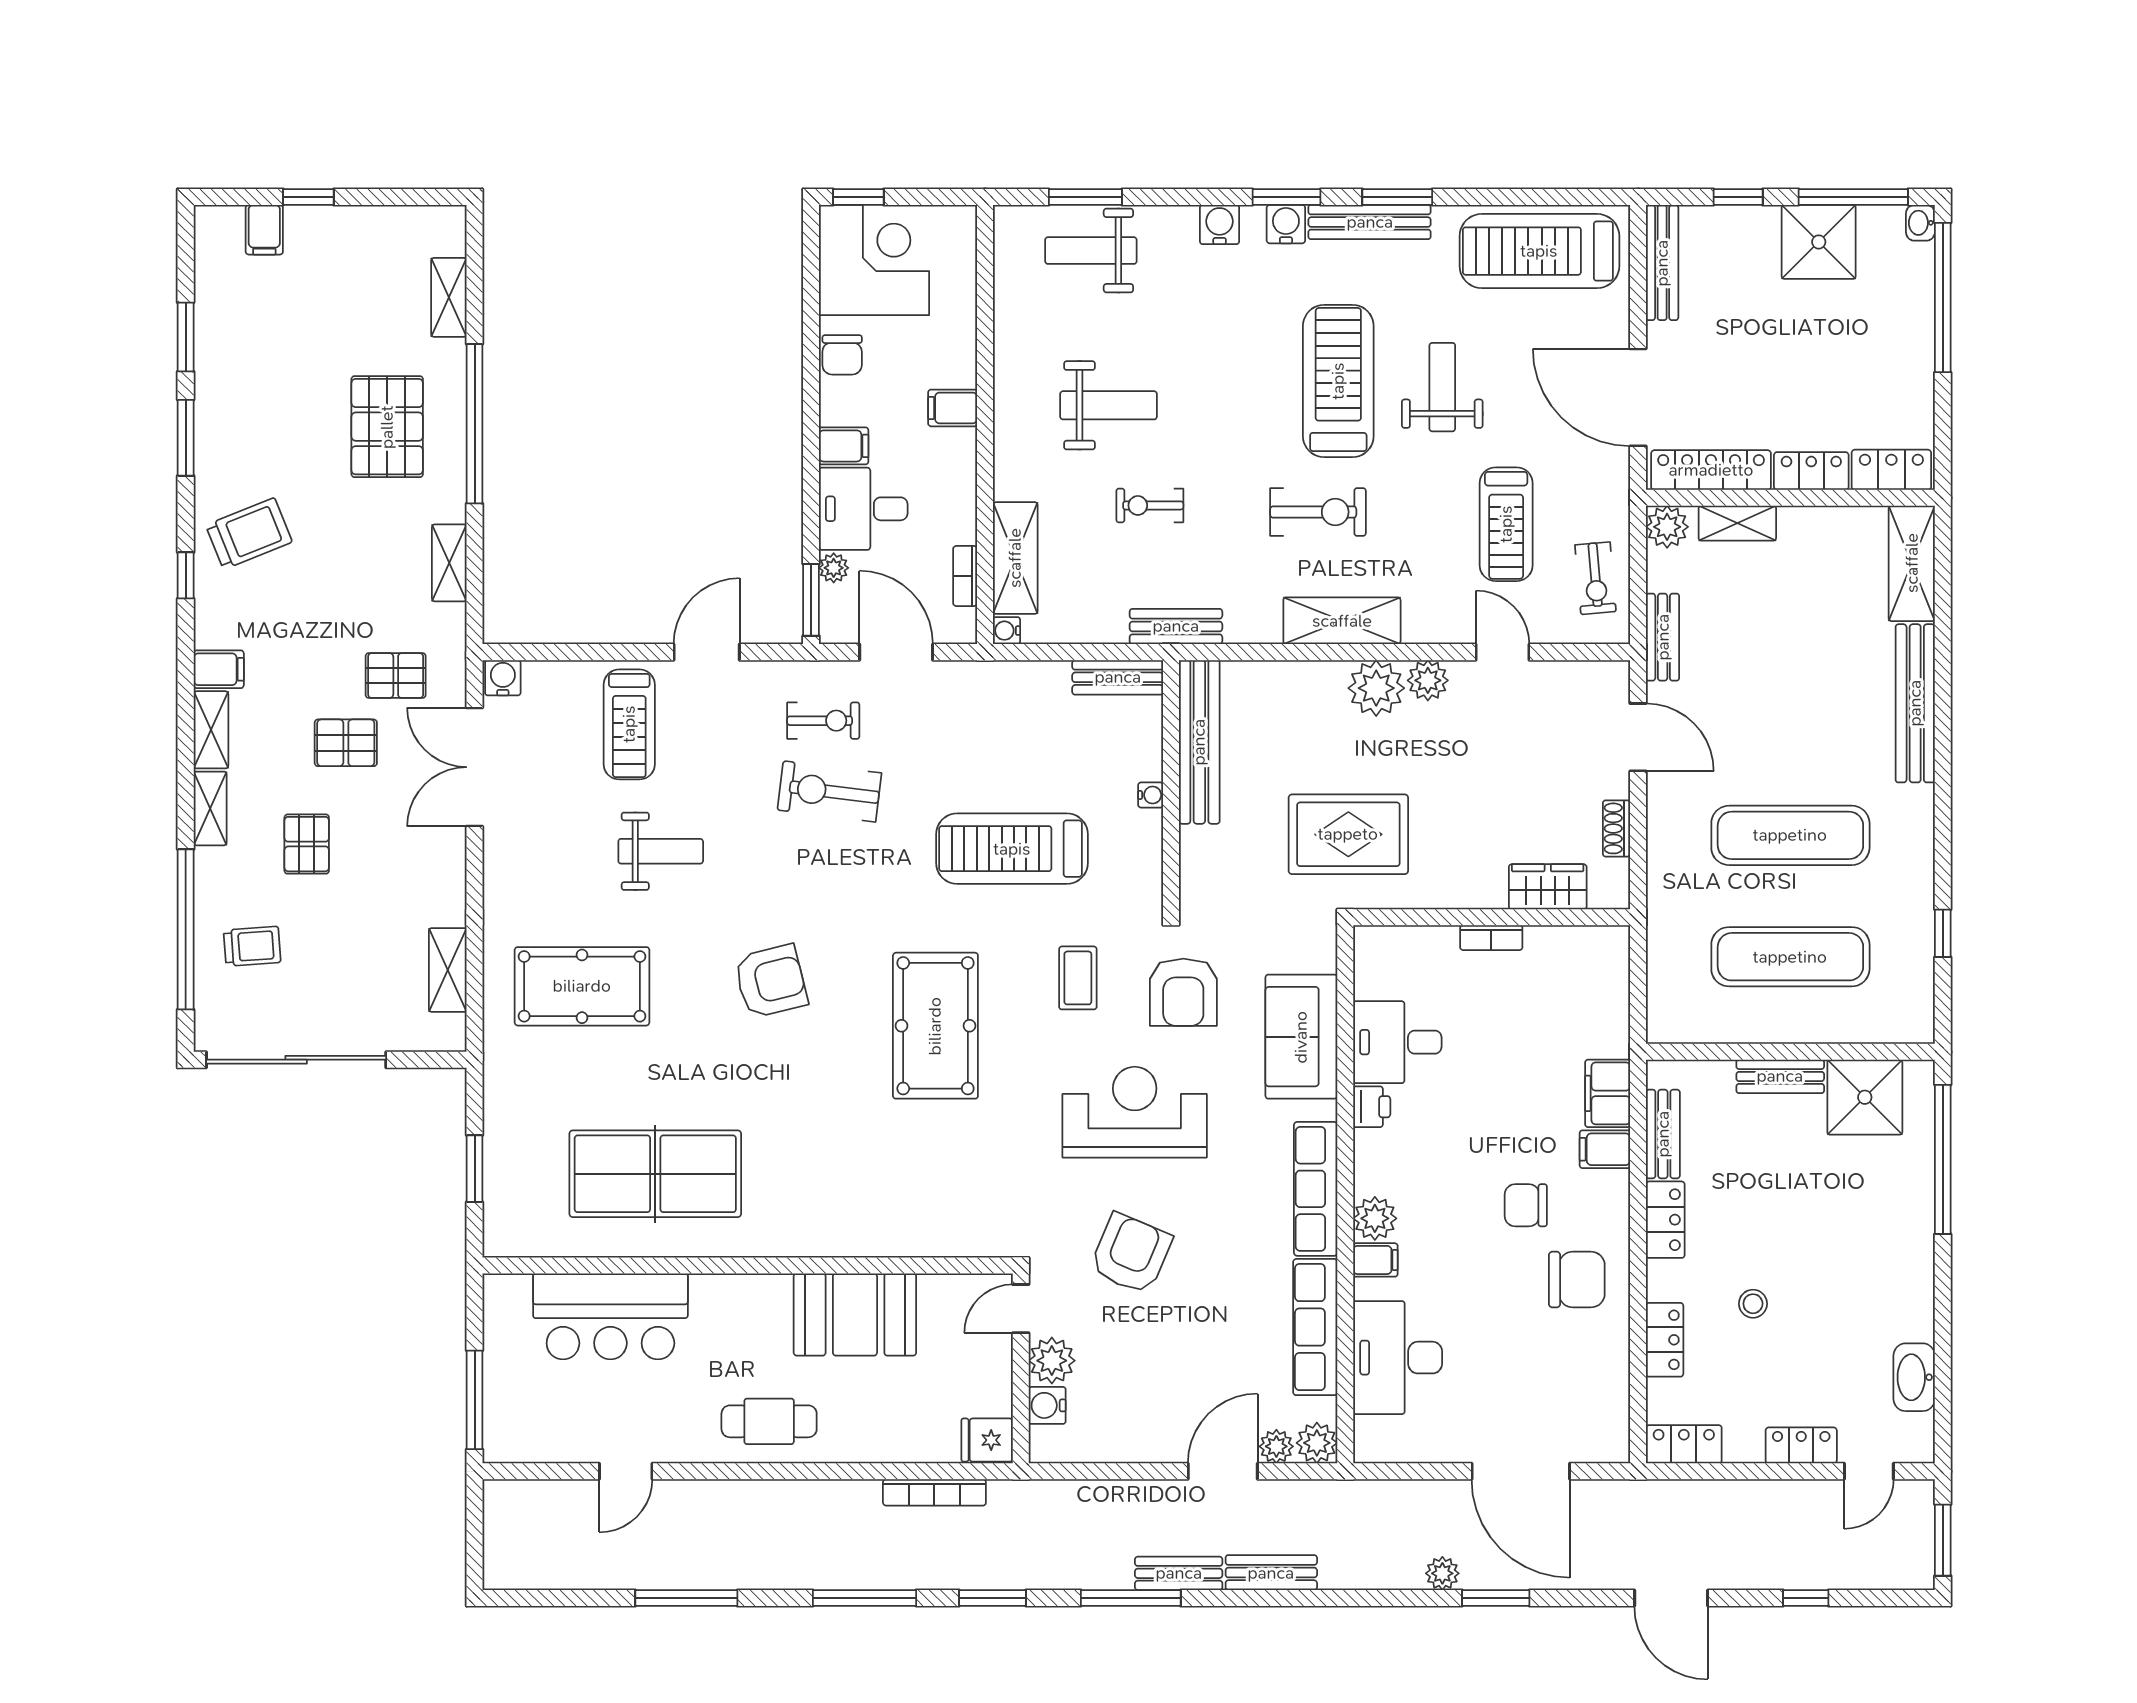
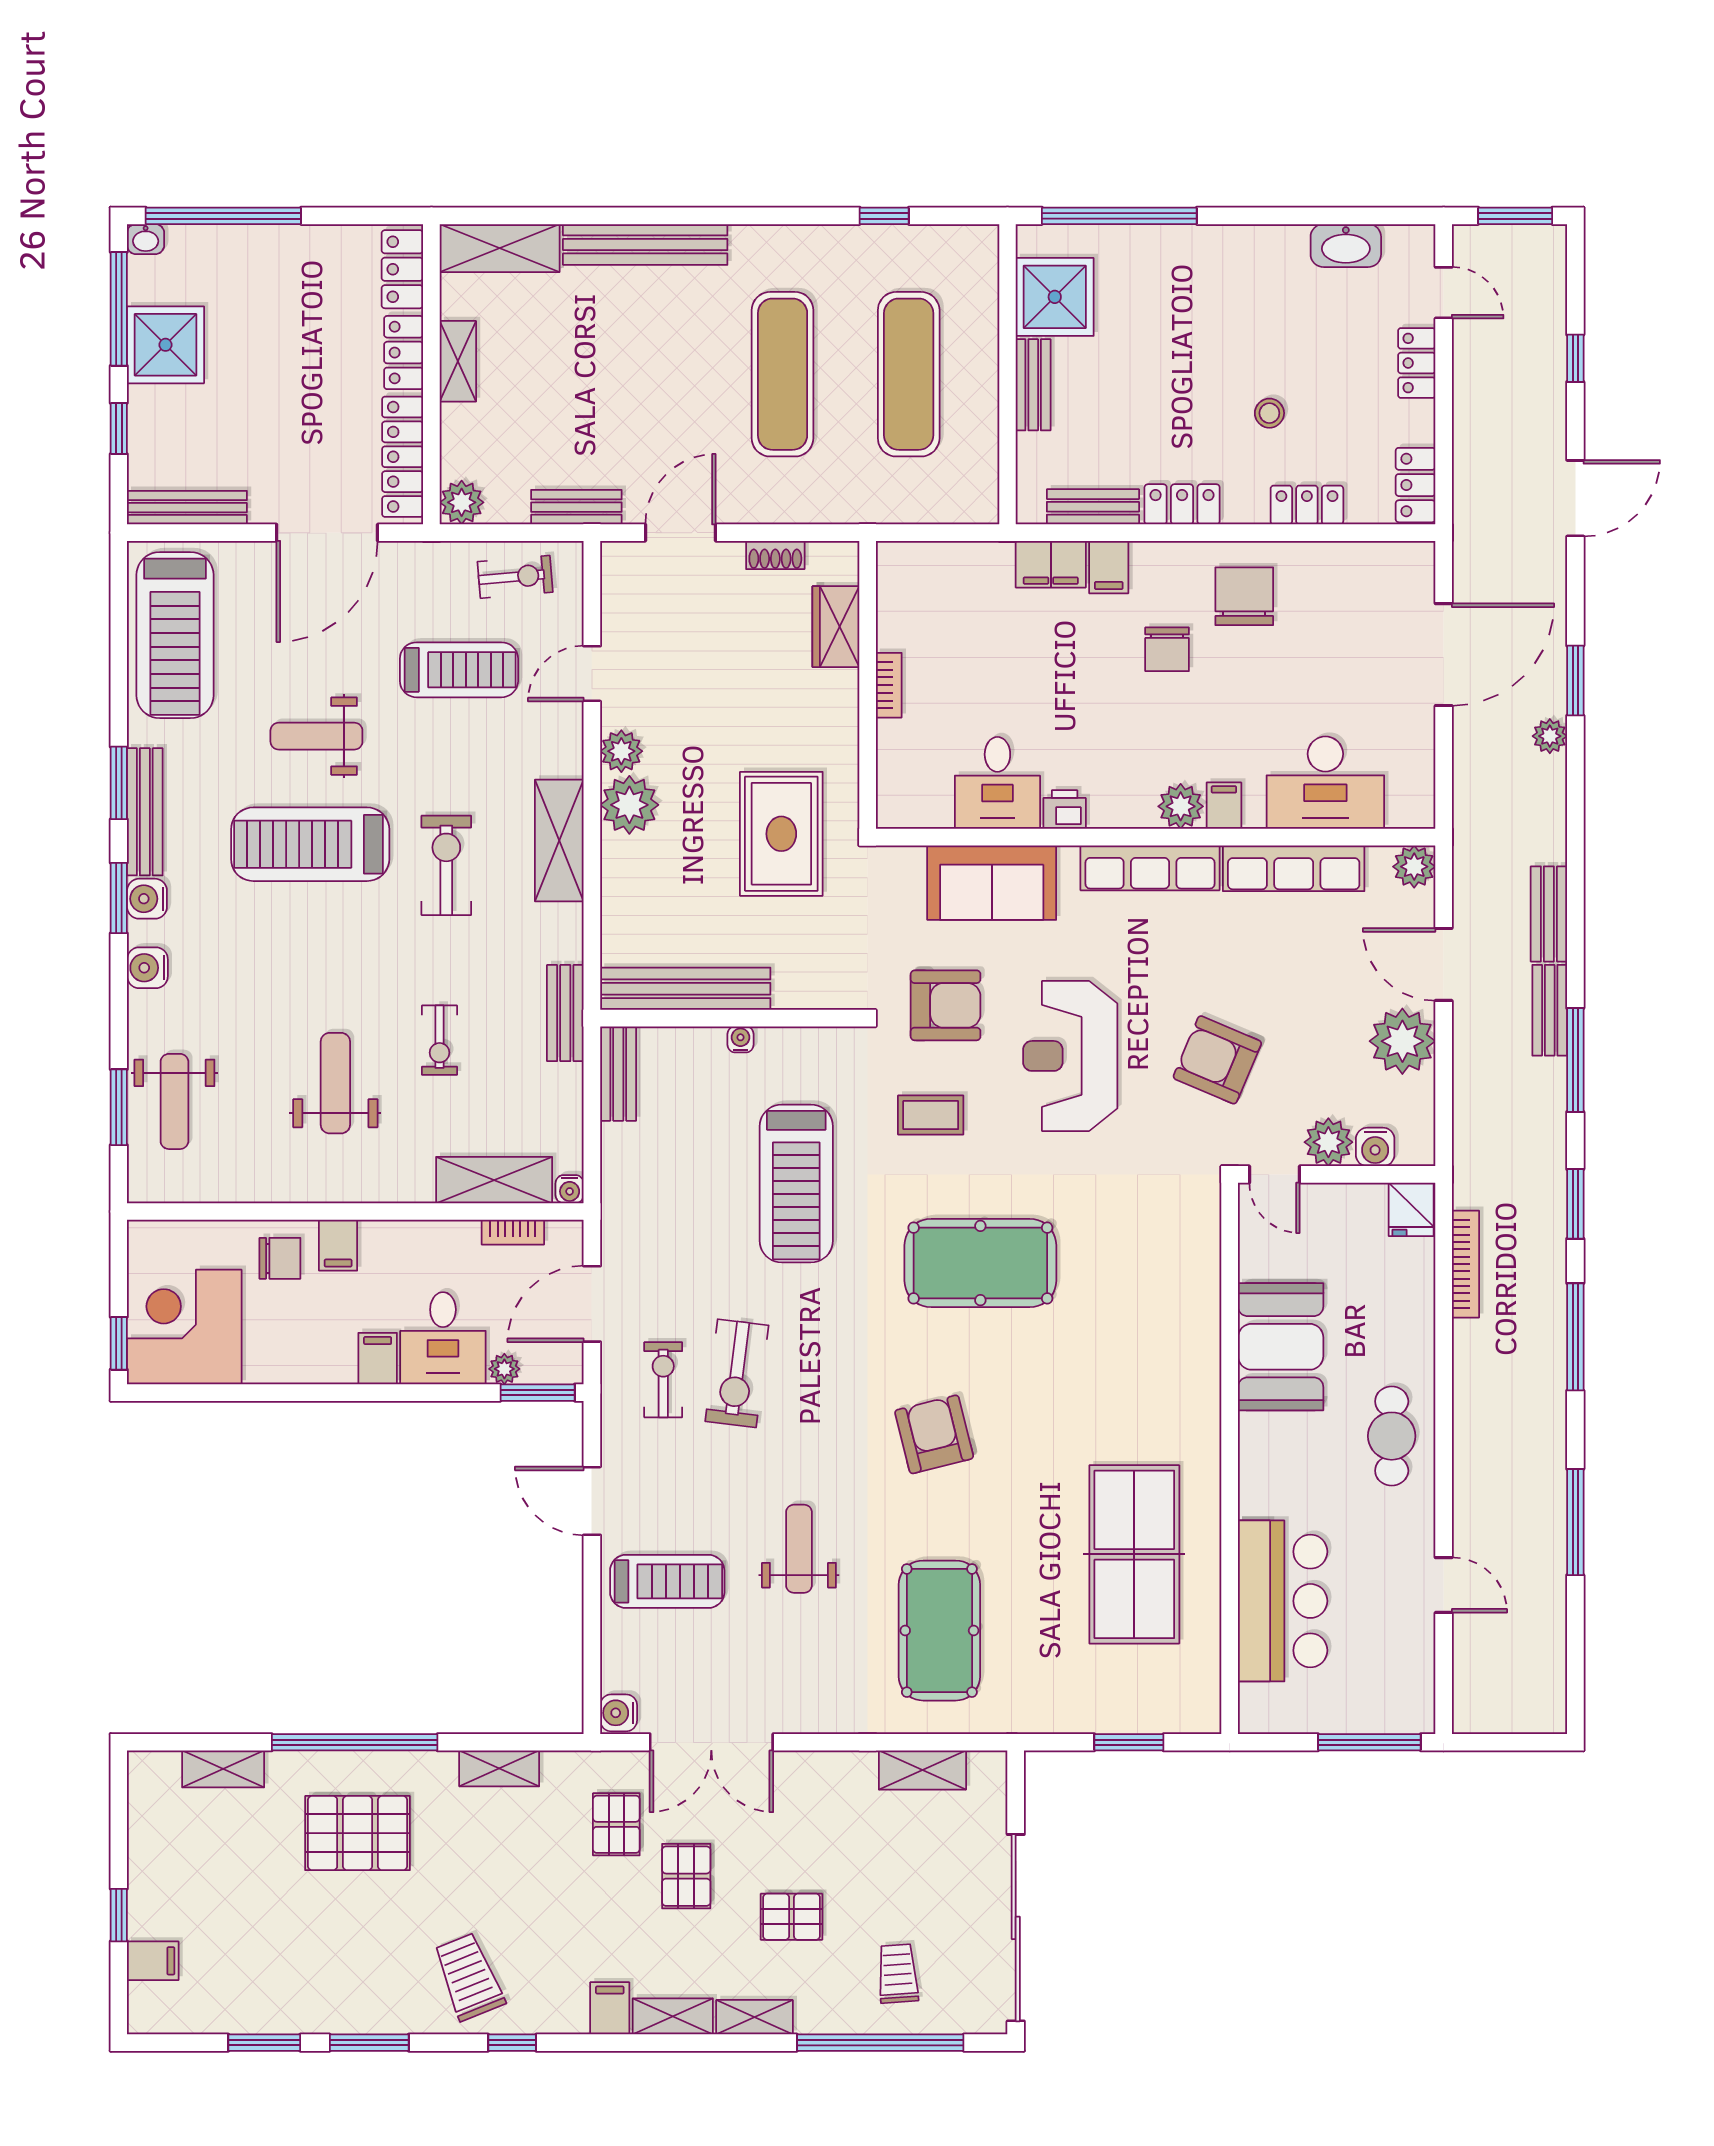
chair: (842, 355) -> (280, 1258), moved
shelving: (1737, 523) -> (458, 361), moved
plant: (1276, 1446) -> (1402, 1041), moved, width x1.87, depth x1.87

